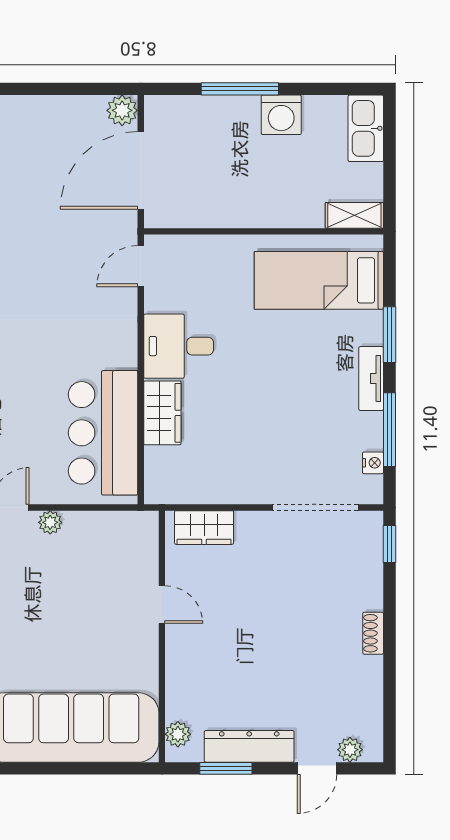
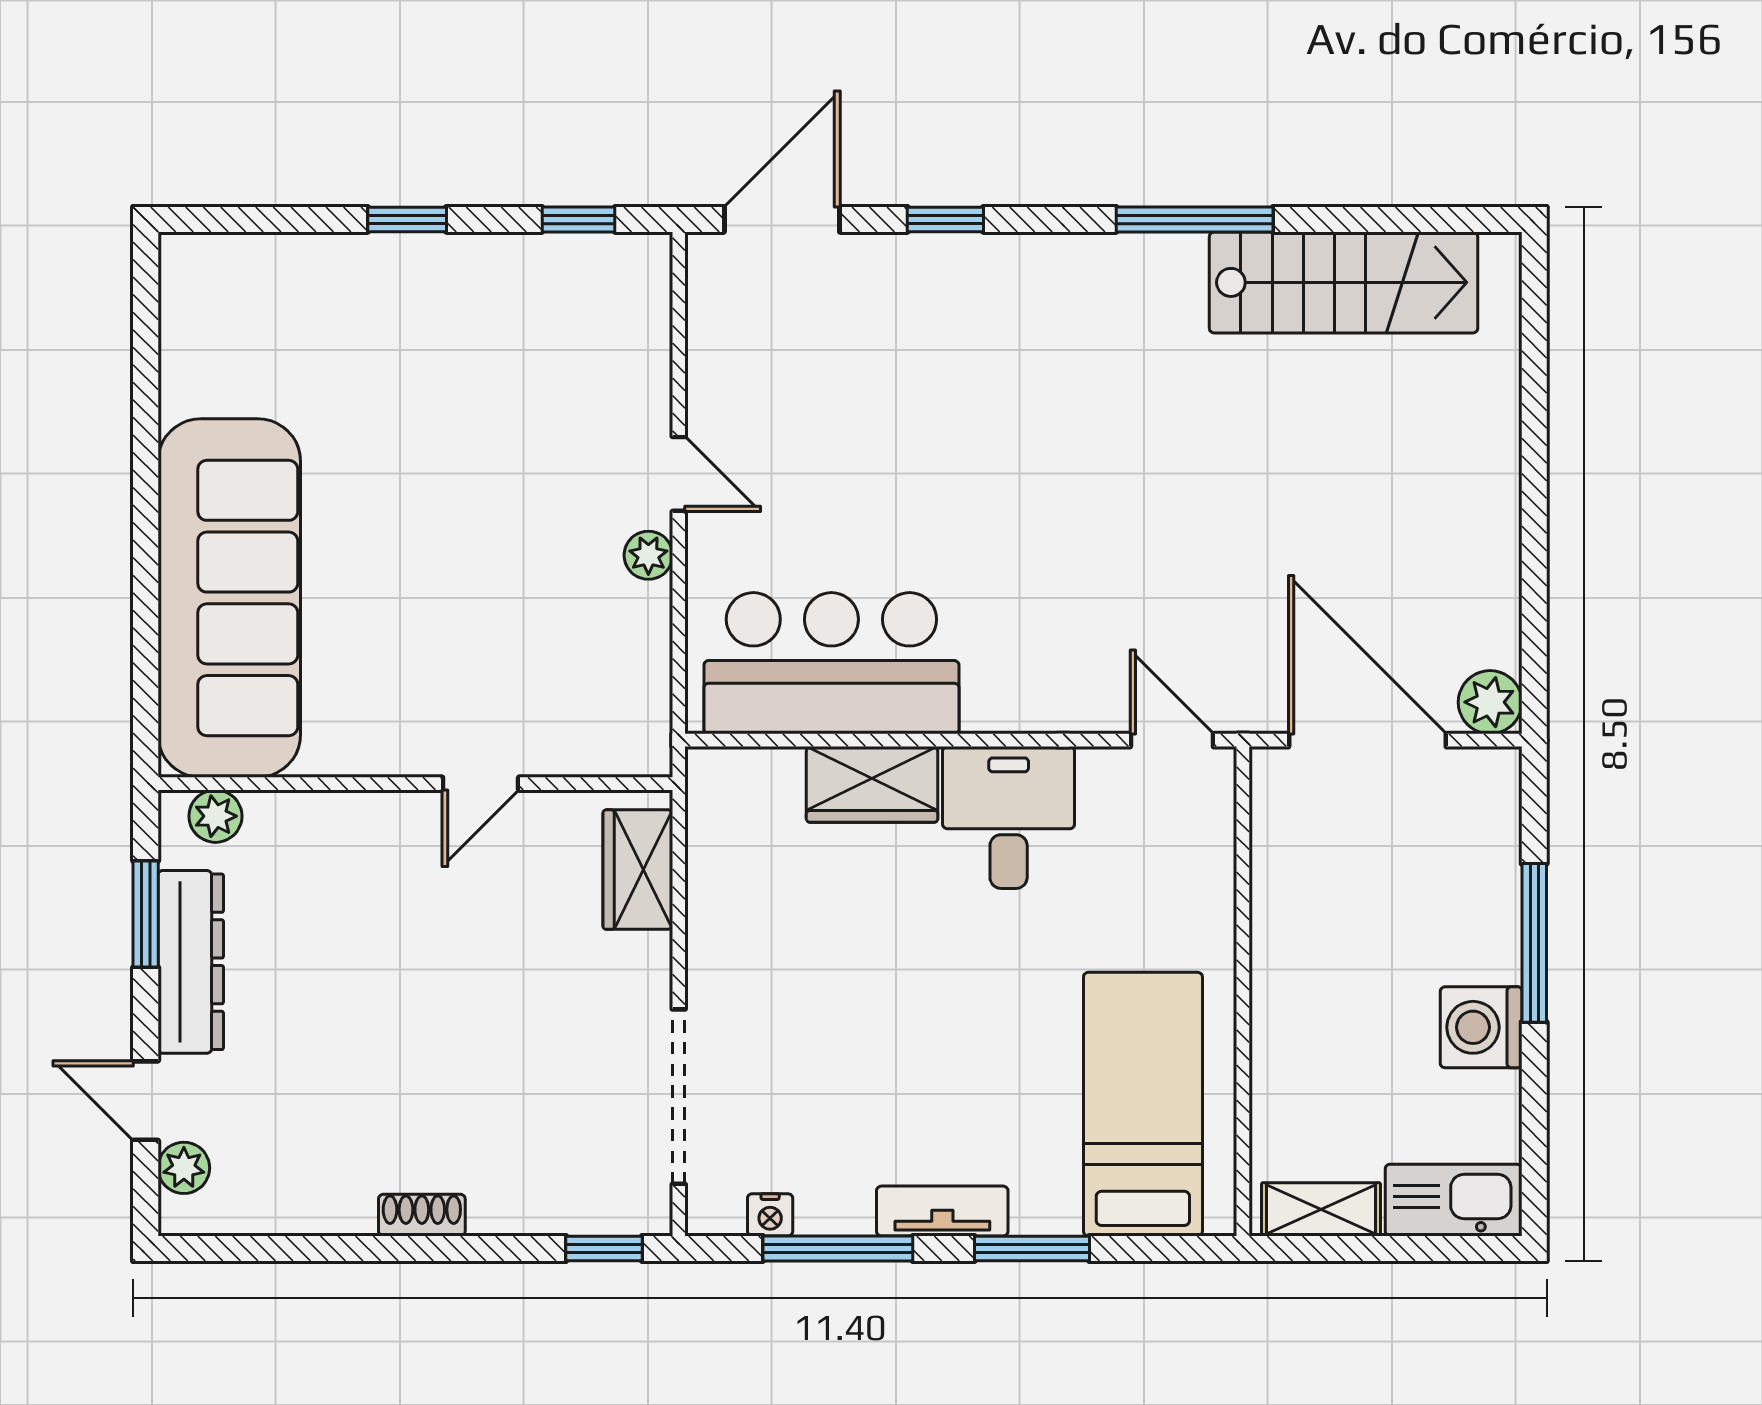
shelving: (354, 215) -> (1321, 1209), moved, turned 90

